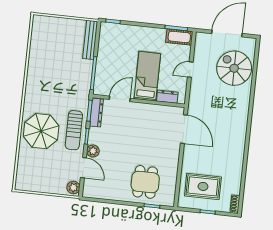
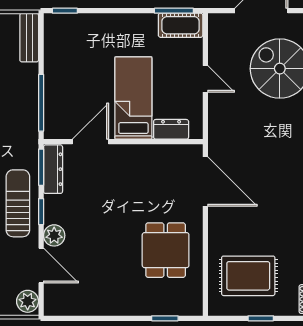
bench: (90, 40) -> (29, 38), width x0.73
door: (190, 70) -> (205, 79), swing flipped
sun lounger: (74, 130) -> (18, 203), turned 180
dining table: (145, 182) -> (166, 250), moved

